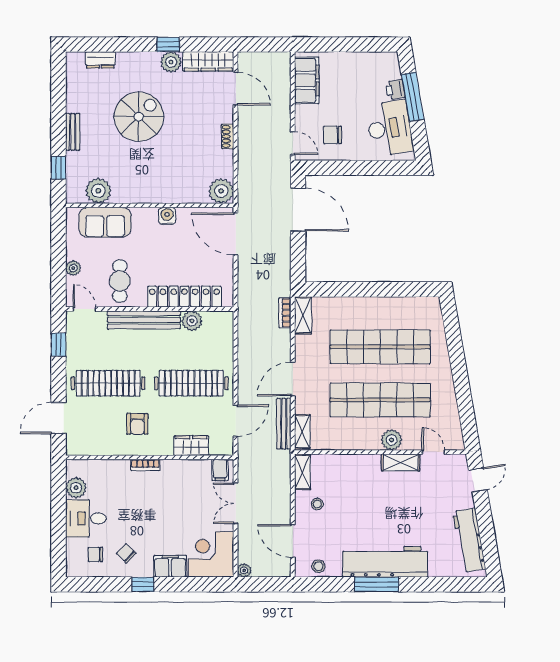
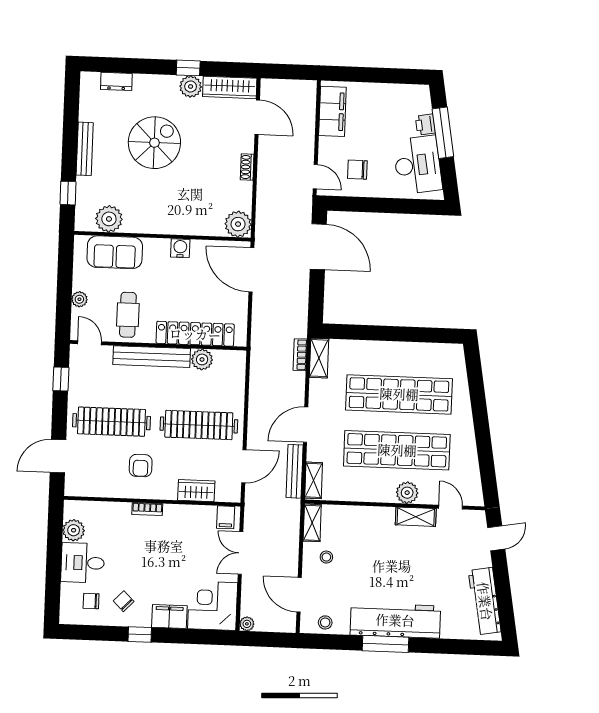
bench: (73, 132) -> (85, 149), width x1.36

